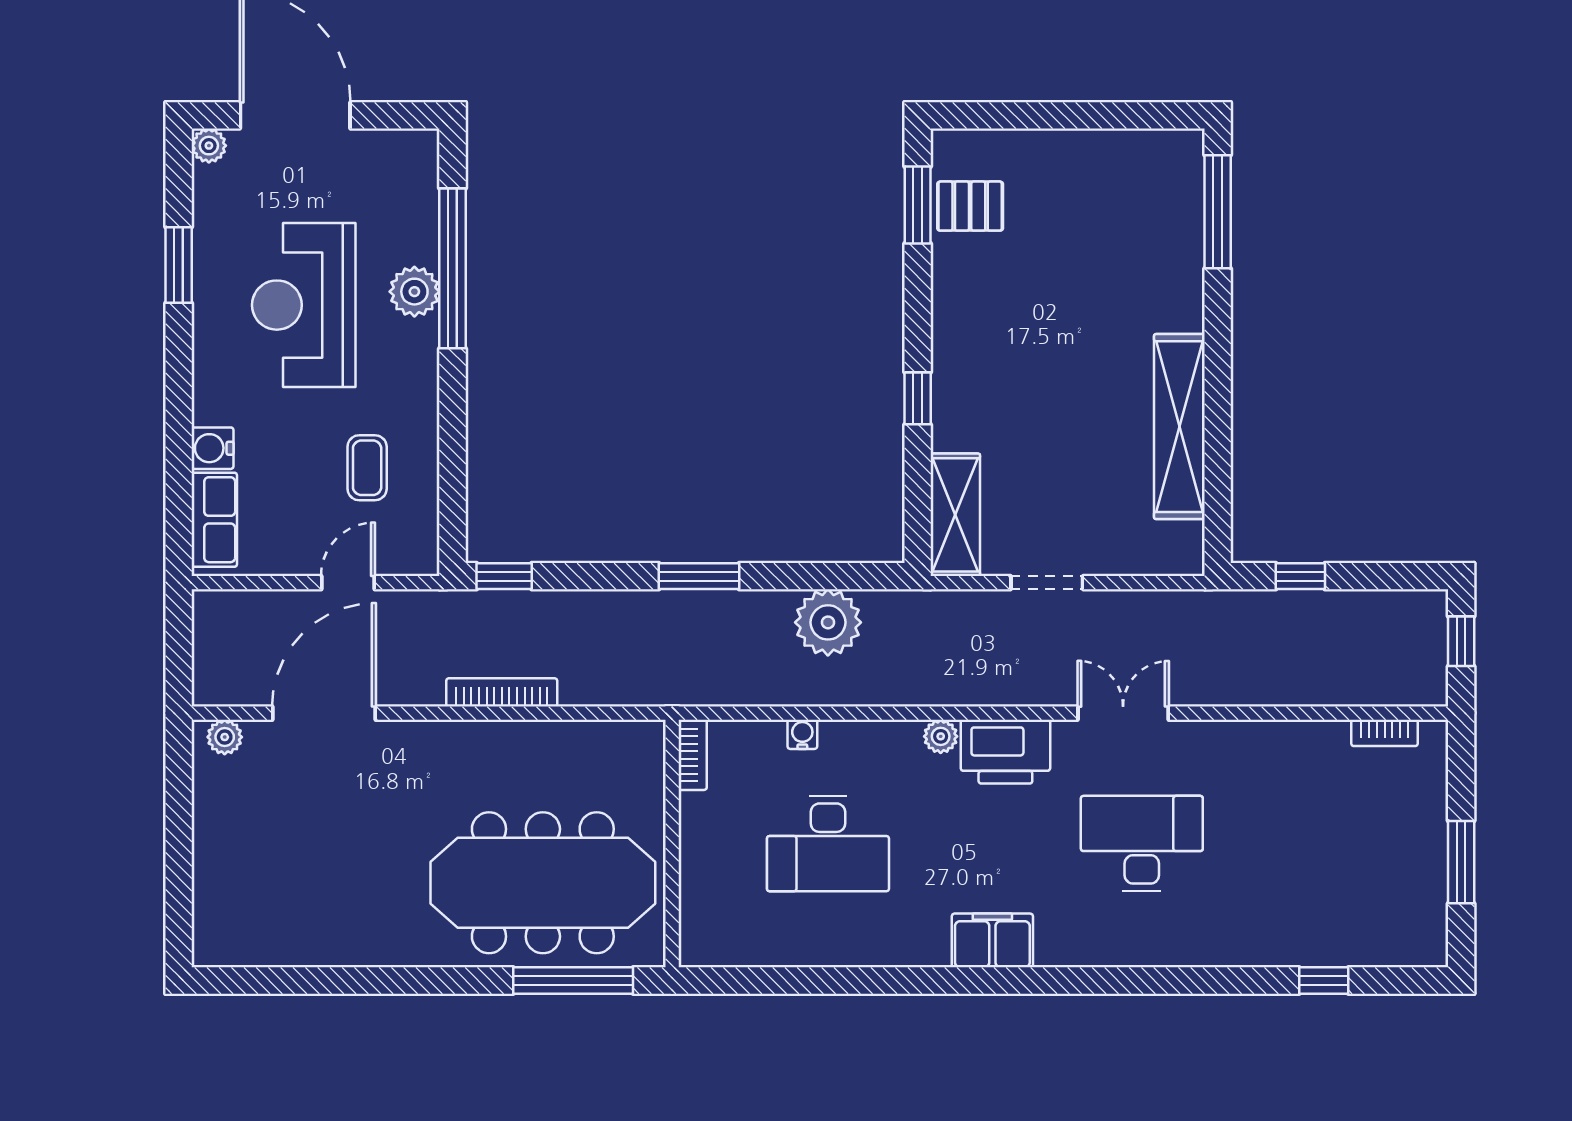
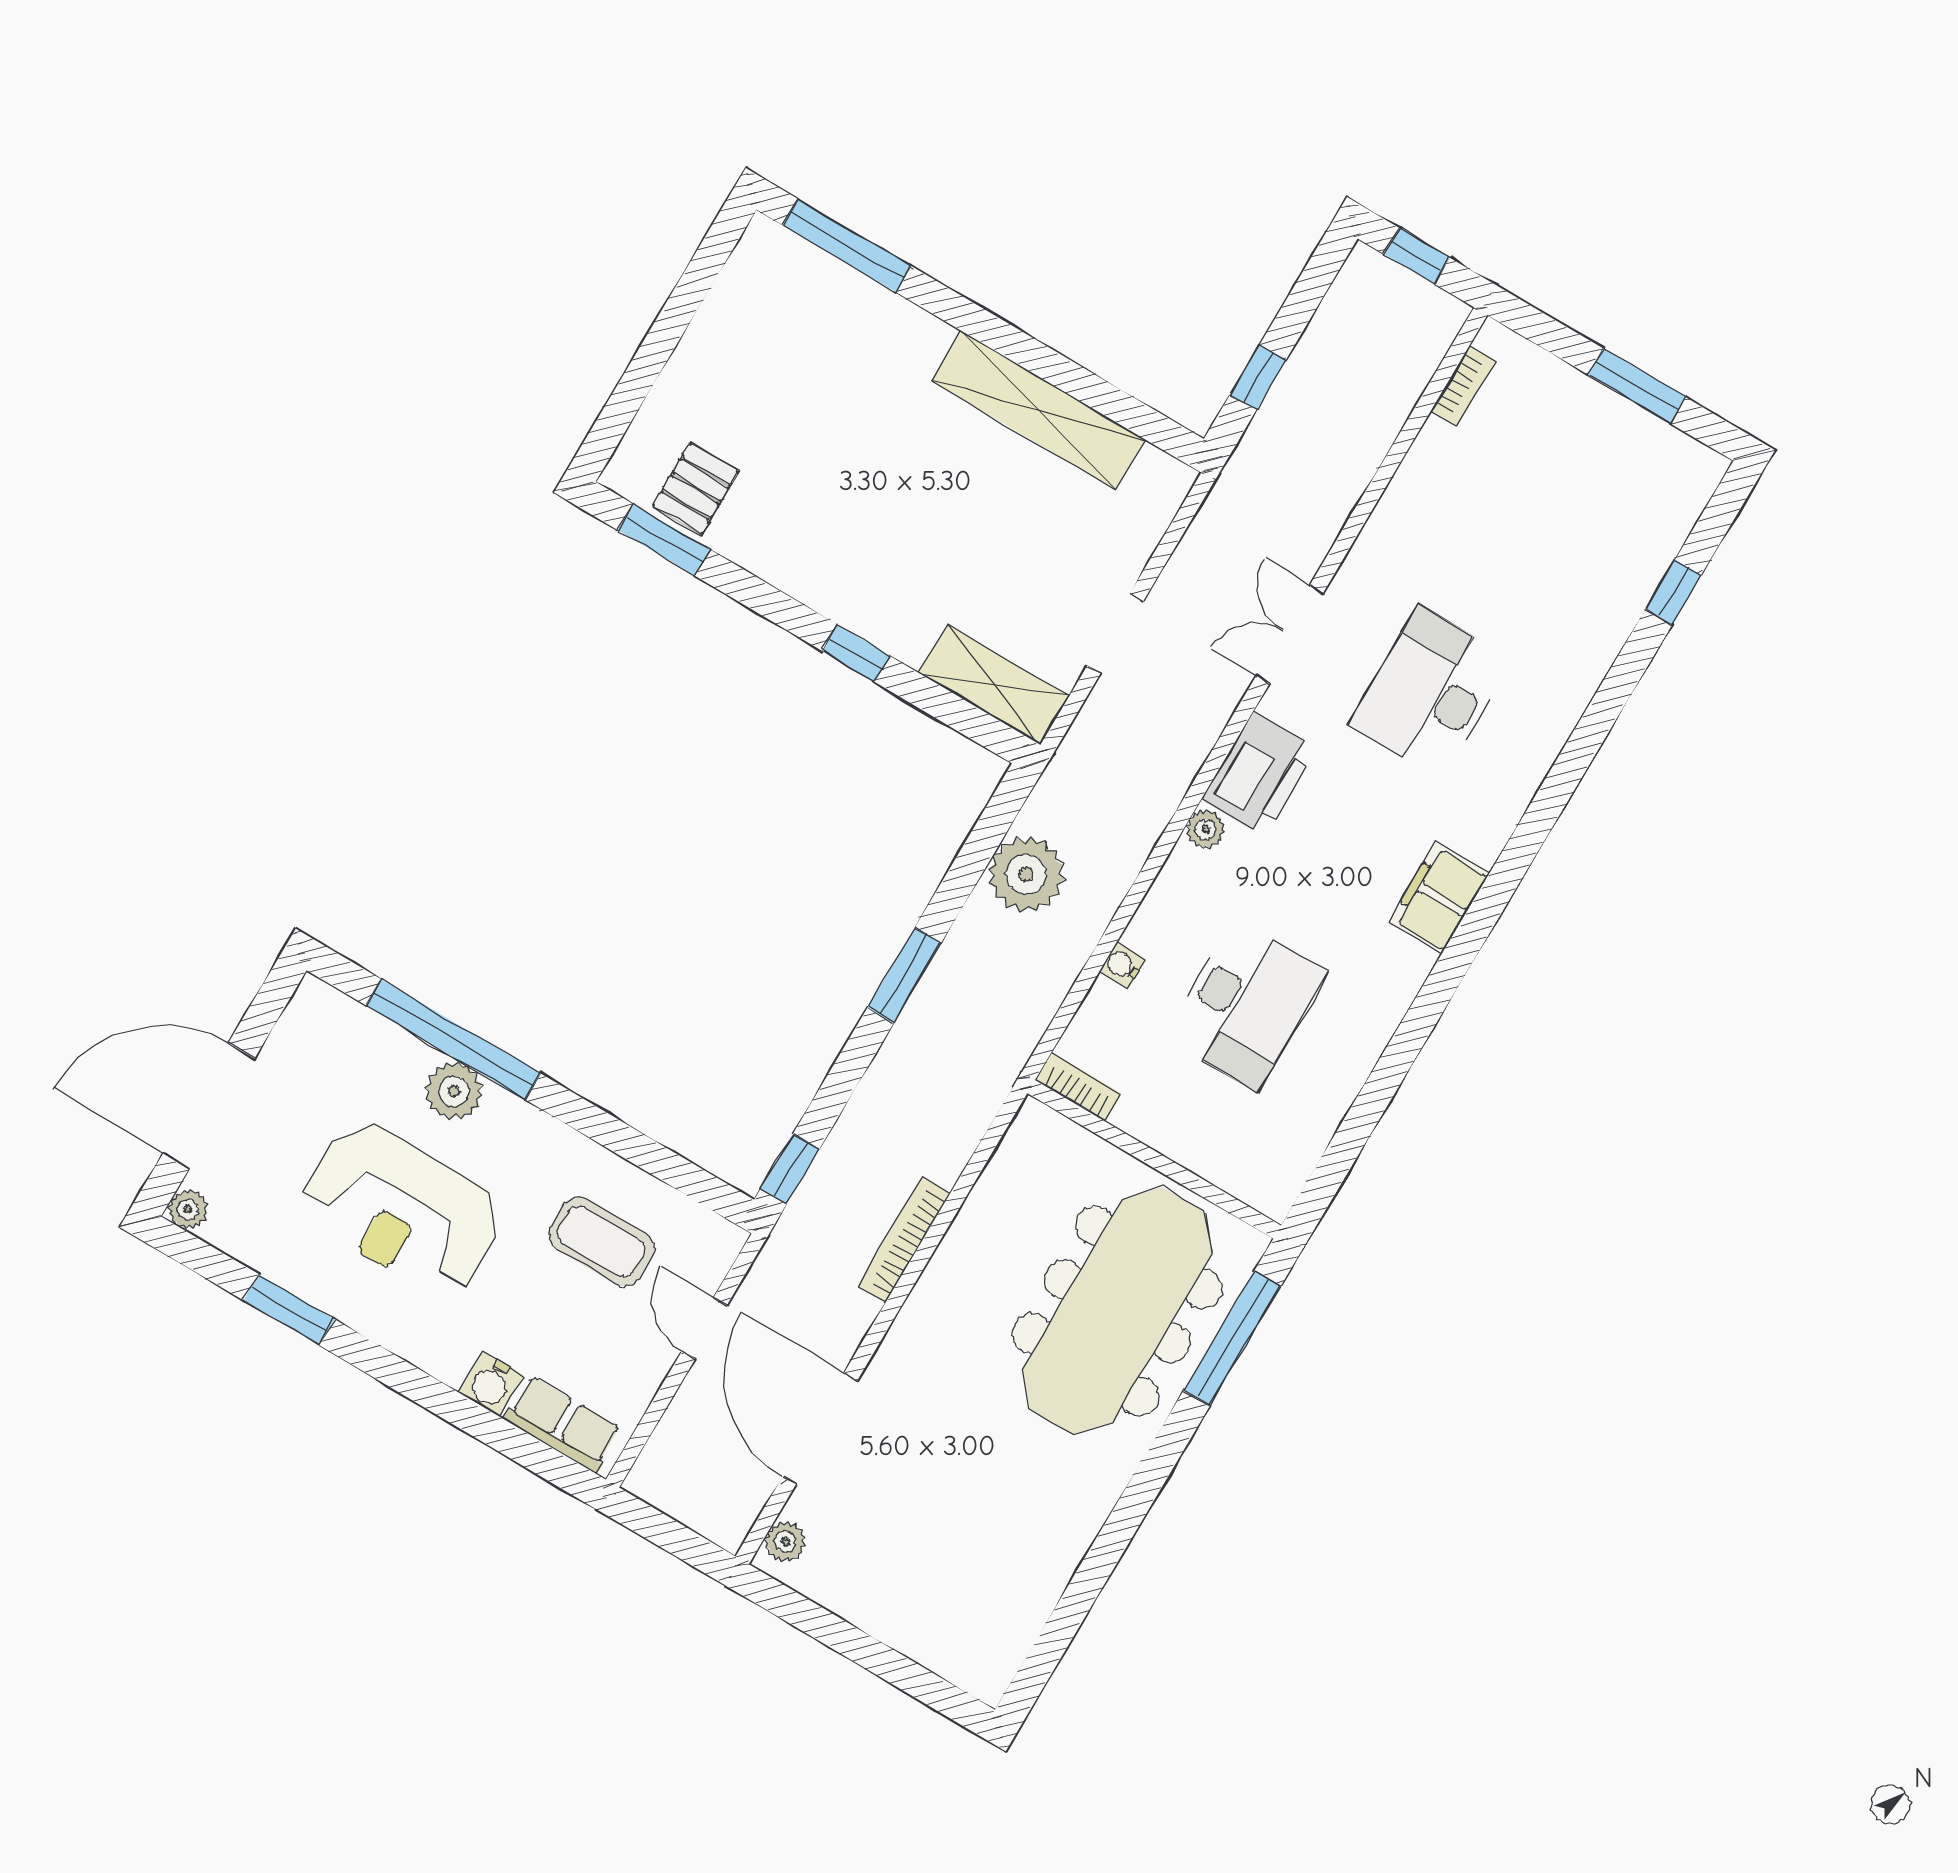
coffee table: (367, 468) -> (601, 1242), width x1.36, depth x1.30

